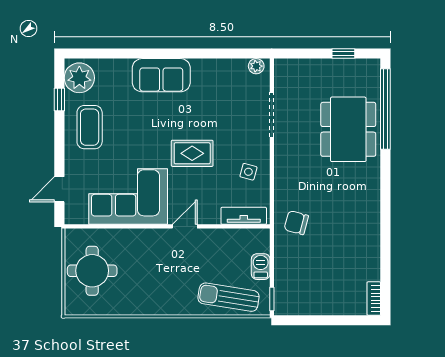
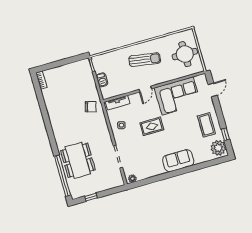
sun lounger: (229, 297) -> (145, 60), moved

